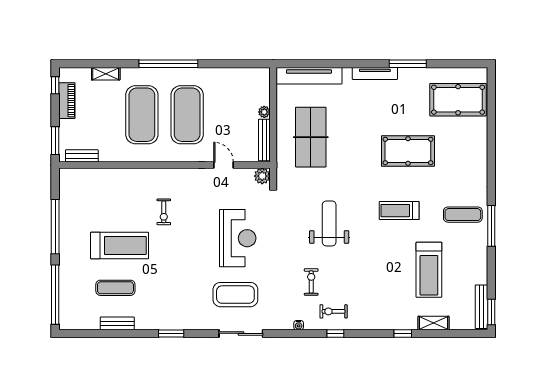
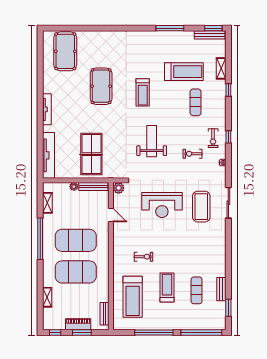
window: (168, 64) -> (40, 239), moved
window: (408, 64) -> (40, 86), removed
shelving: (241, 74) -> (47, 203), added
piano: (67, 101) -> (78, 324), moved
table tennis table: (311, 137) -> (91, 154), turned 90
window: (55, 141) -> (82, 332), moved
door: (224, 165) -> (111, 215), swing flipped
treadmill: (106, 196) -> (133, 297), added
exercise mat: (463, 215) -> (196, 102), moved
weight bench: (329, 223) -> (152, 141), turned 90
window: (491, 226) -> (170, 28), moved
reception desk: (238, 238) -> (162, 205), turned 180
treadmill: (120, 245) -> (167, 288), width x0.73, depth x0.73
window: (171, 333) -> (228, 308), moved

